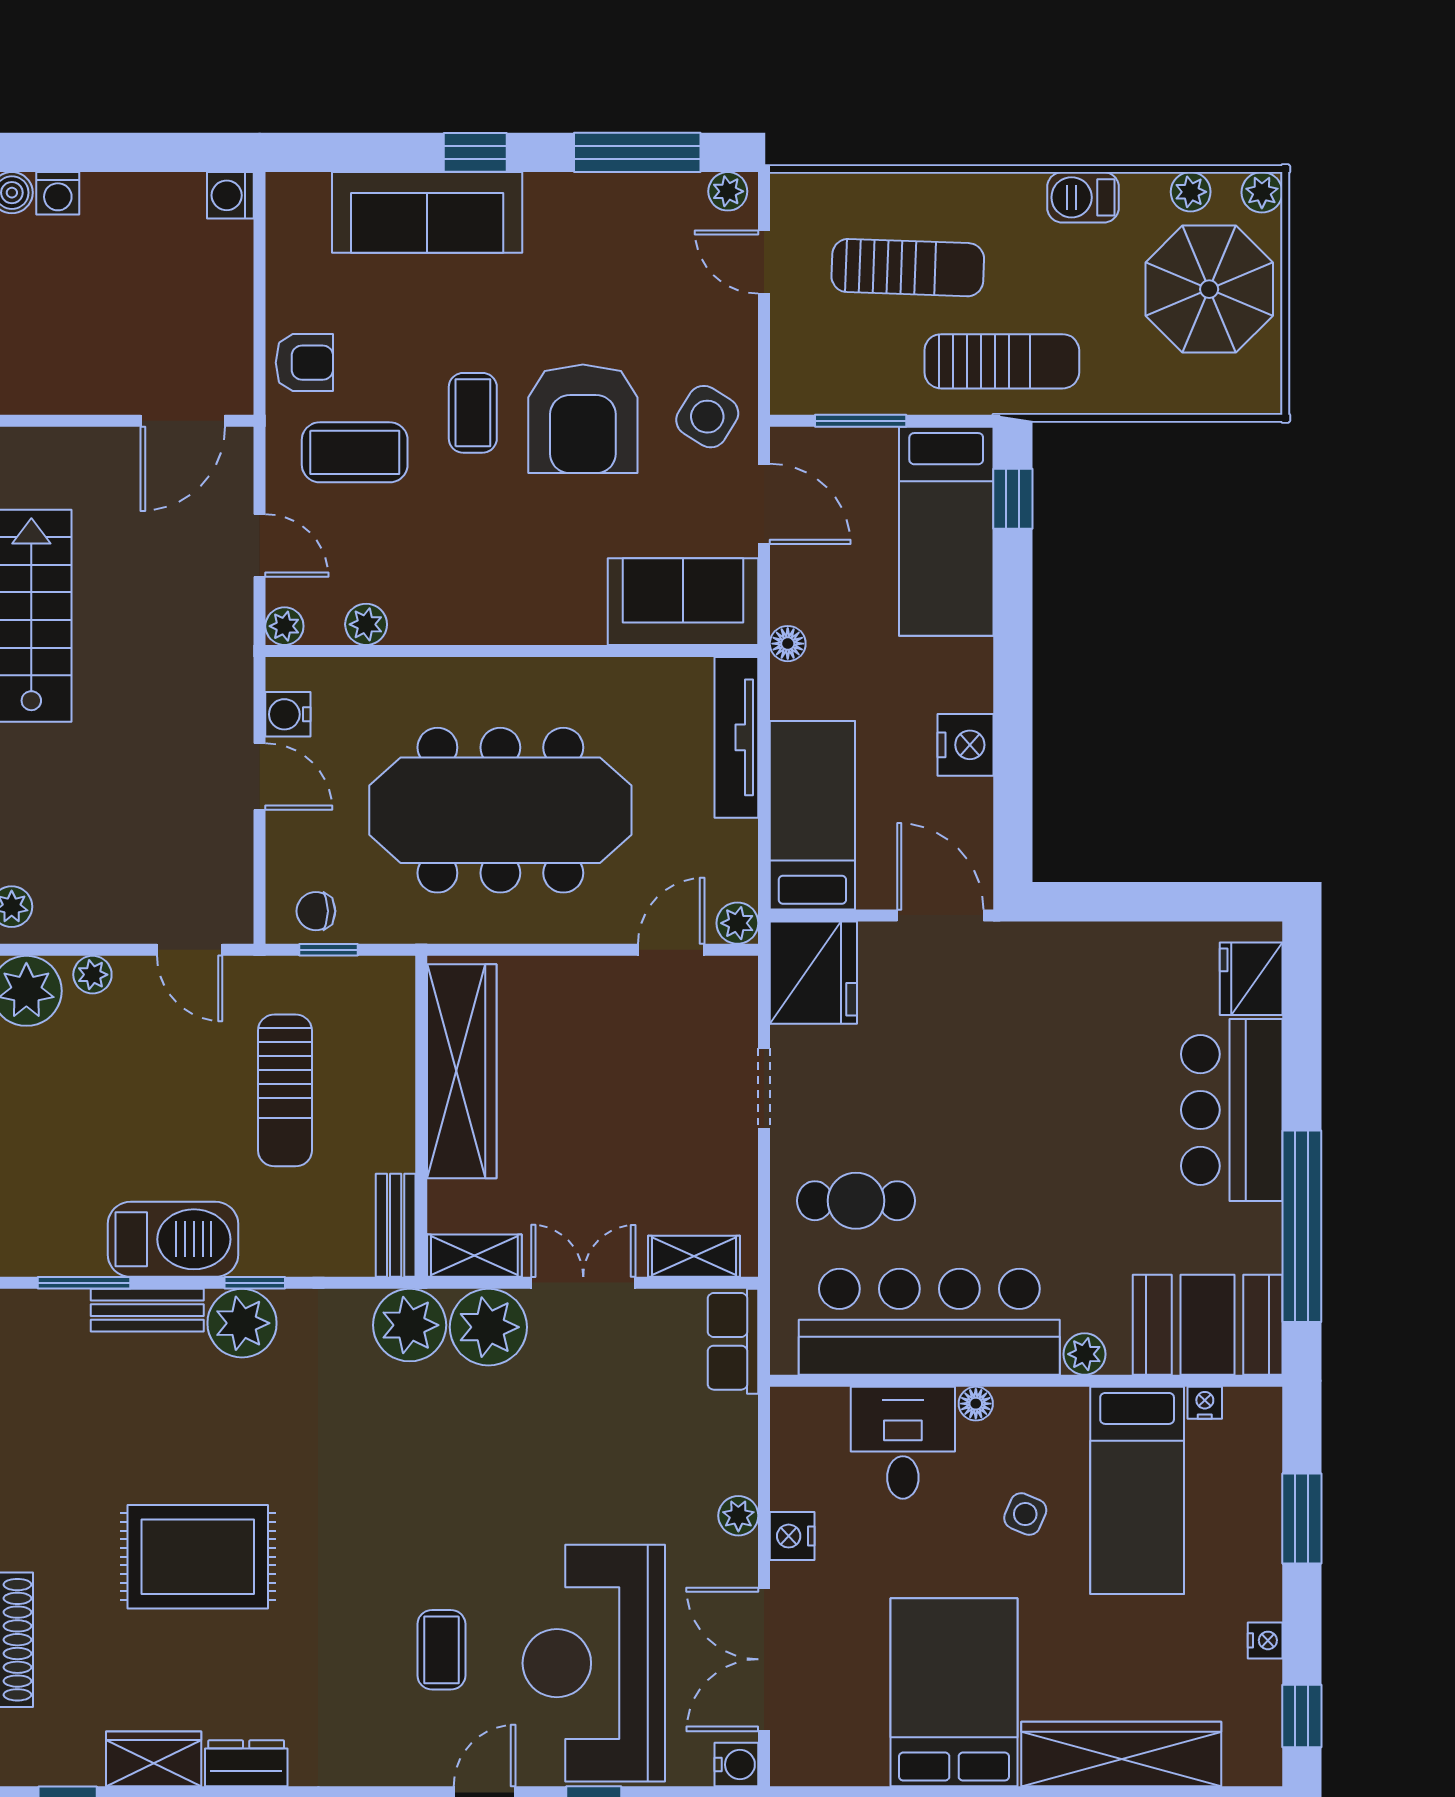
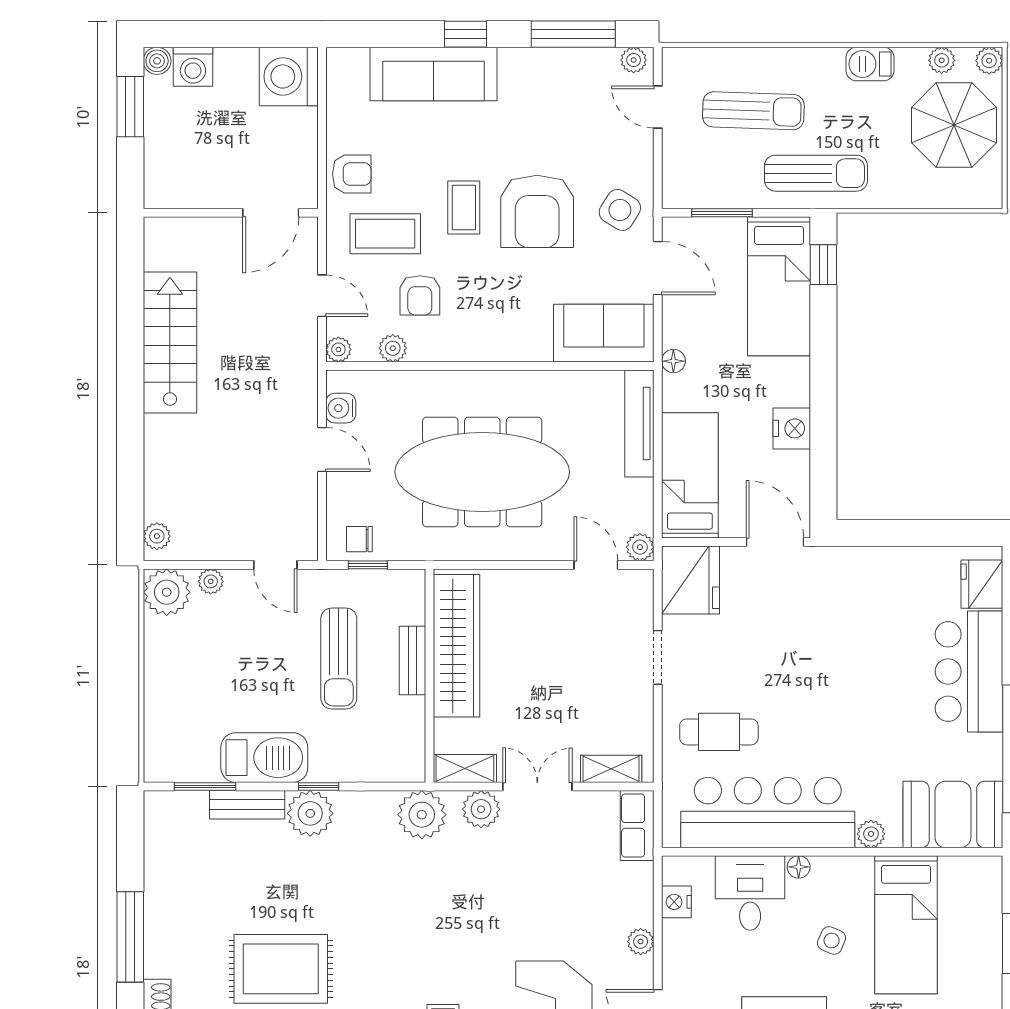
washing machine: (58, 193) -> (193, 67), width x1.38, depth x1.38
washing machine: (230, 195) -> (289, 76), width x1.89, depth x1.89
armchair: (407, 545) -> (420, 295), added
door: (671, 950) -> (596, 565), hinge flipped
bench: (396, 1225) -> (412, 660), moved
plant: (488, 1327) -> (481, 809), width x0.73, depth x0.73
nightstand: (1205, 1403) -> (951, 866), removed
nightstand: (792, 1536) -> (676, 902), moved

